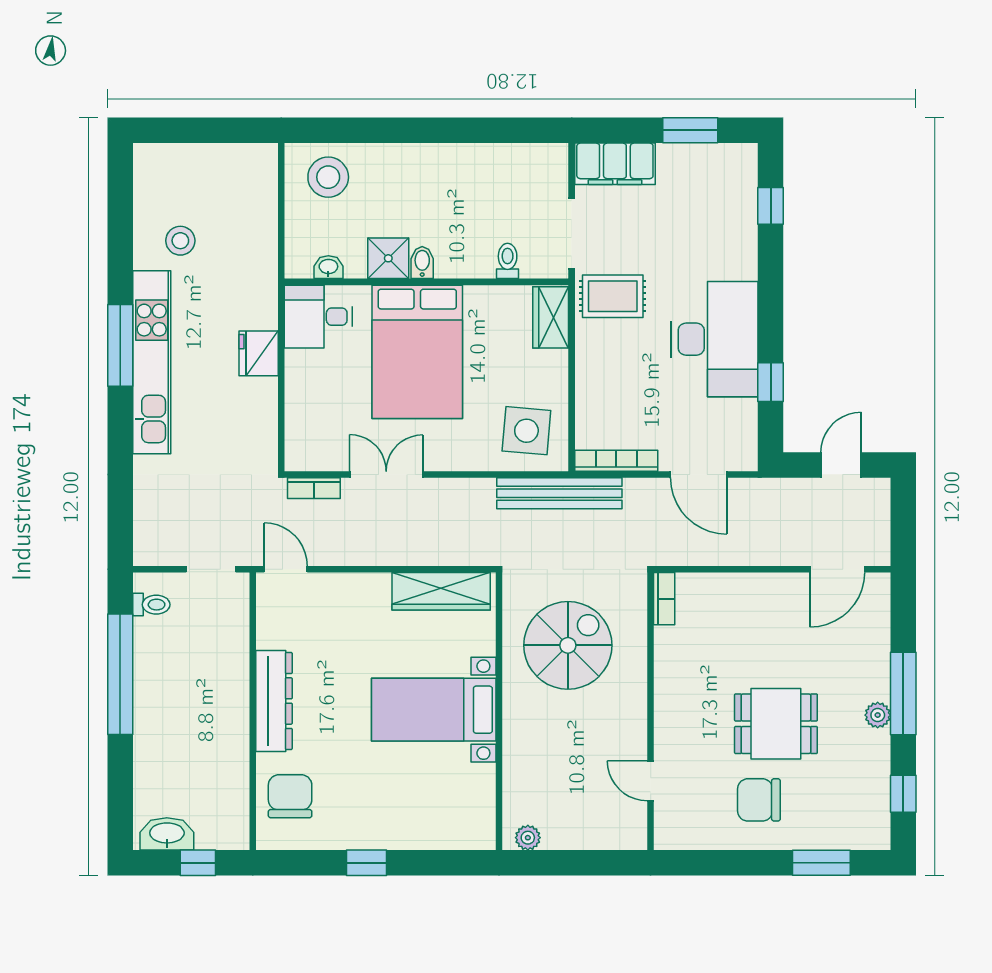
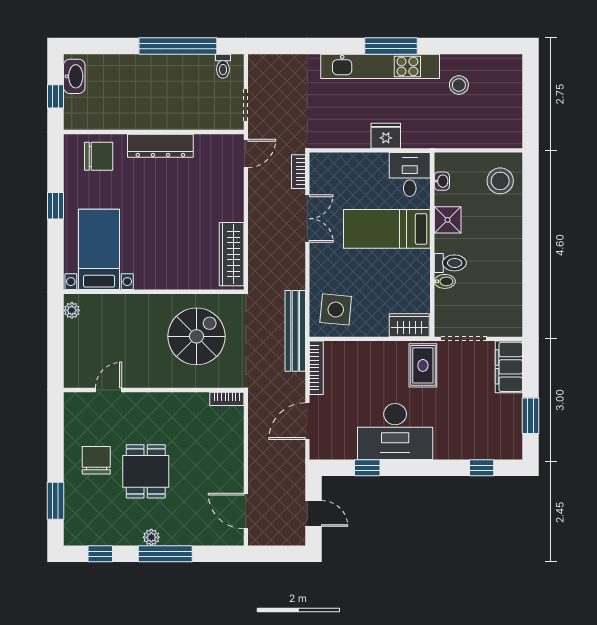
toilet: (508, 261) -> (450, 263), moved, width x1.37, depth x1.39
bidet: (422, 263) -> (445, 281), moved
bed: (417, 352) -> (387, 229), width x0.67
spiral stairs: (568, 645) -> (197, 336), turned -90
bed with nightstands: (434, 710) -> (99, 249), moved

